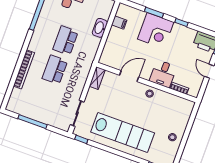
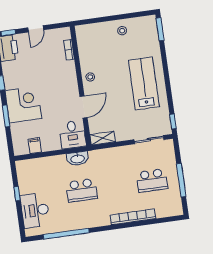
washbasin: (100, 28) -> (78, 159), moved
school desk: (55, 70) -> (152, 180), moved
desk: (163, 74) -> (73, 135), moved, turned 90
door: (129, 76) -> (84, 107), swing flipped
lab bench: (123, 132) -> (144, 83), width x0.73

